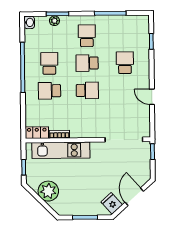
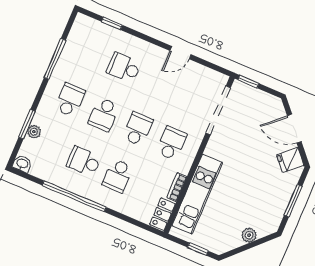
school desk: (87, 36) -> (70, 100), turned 90
school desk: (88, 118) -> (172, 143), added
plant: (48, 191) -> (249, 235), width x0.53, depth x0.53

